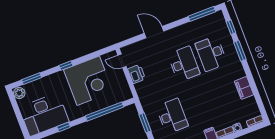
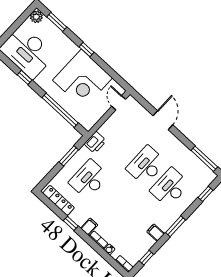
window: (240, 51) -> (175, 226), moved
desk: (184, 64) -> (146, 165), turned 180
printer: (136, 74) -> (95, 142), moved
filing cabinet: (244, 88) -> (156, 233), width x0.50
window: (259, 101) -> (146, 258), added
desk: (172, 116) -> (89, 179), turned 180

